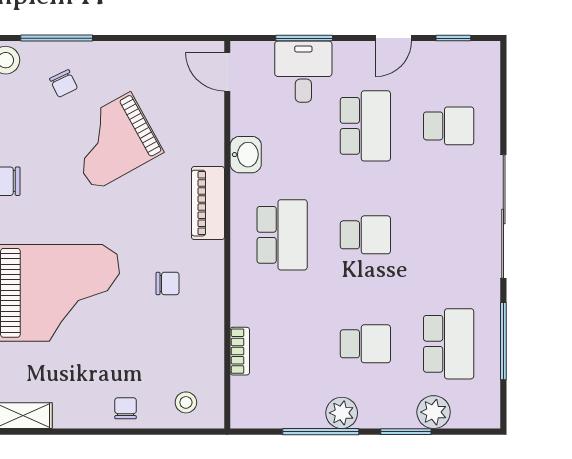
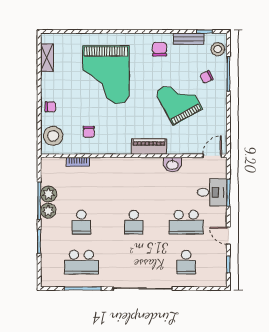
school desk: (282, 235) -> (134, 182), removed
chair: (168, 283) -> (89, 132), moved
stool: (186, 402) -> (53, 136), width x1.89, depth x1.89
plant: (434, 412) -> (49, 194), moved

